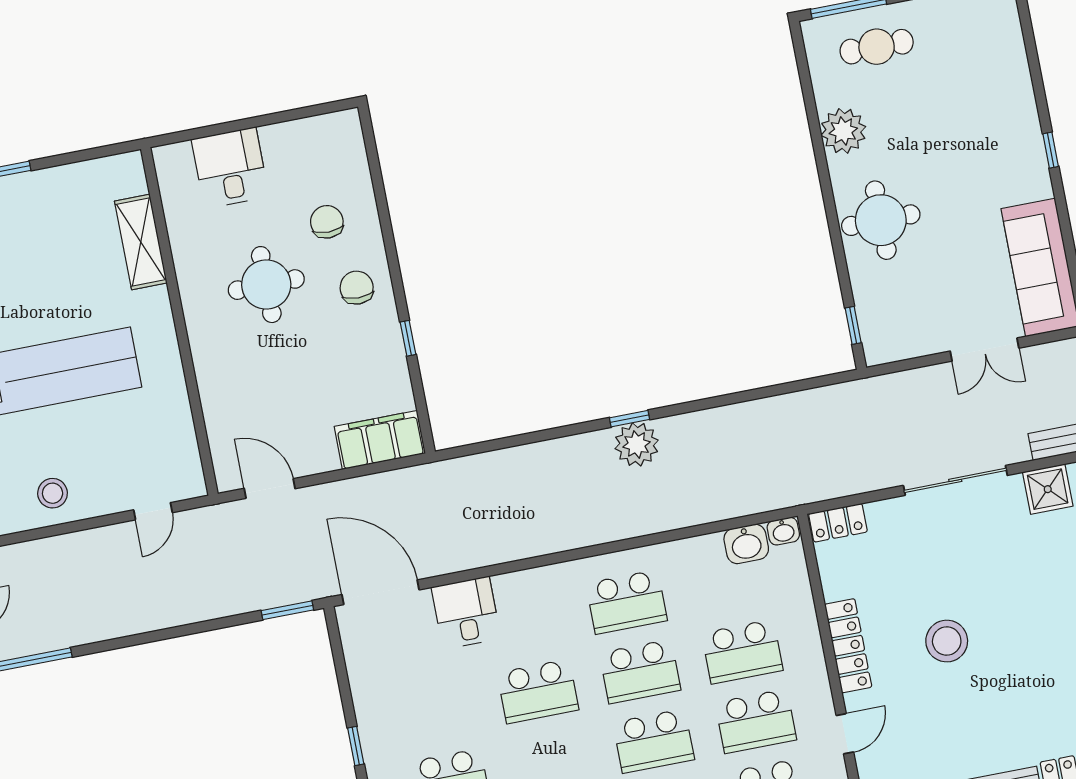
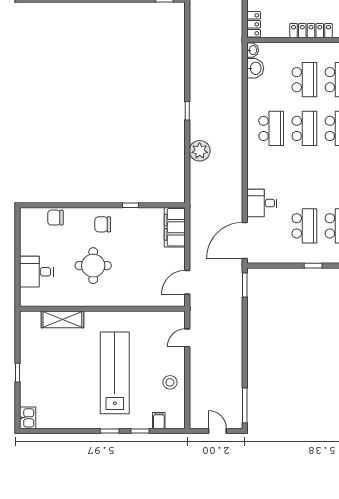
chair: (327, 222) -> (55, 218), moved
plant: (637, 444) -> (200, 151), moved
door: (153, 511) -> (187, 338), swing flipped
school desk: (538, 691) -> (304, 226), moved

